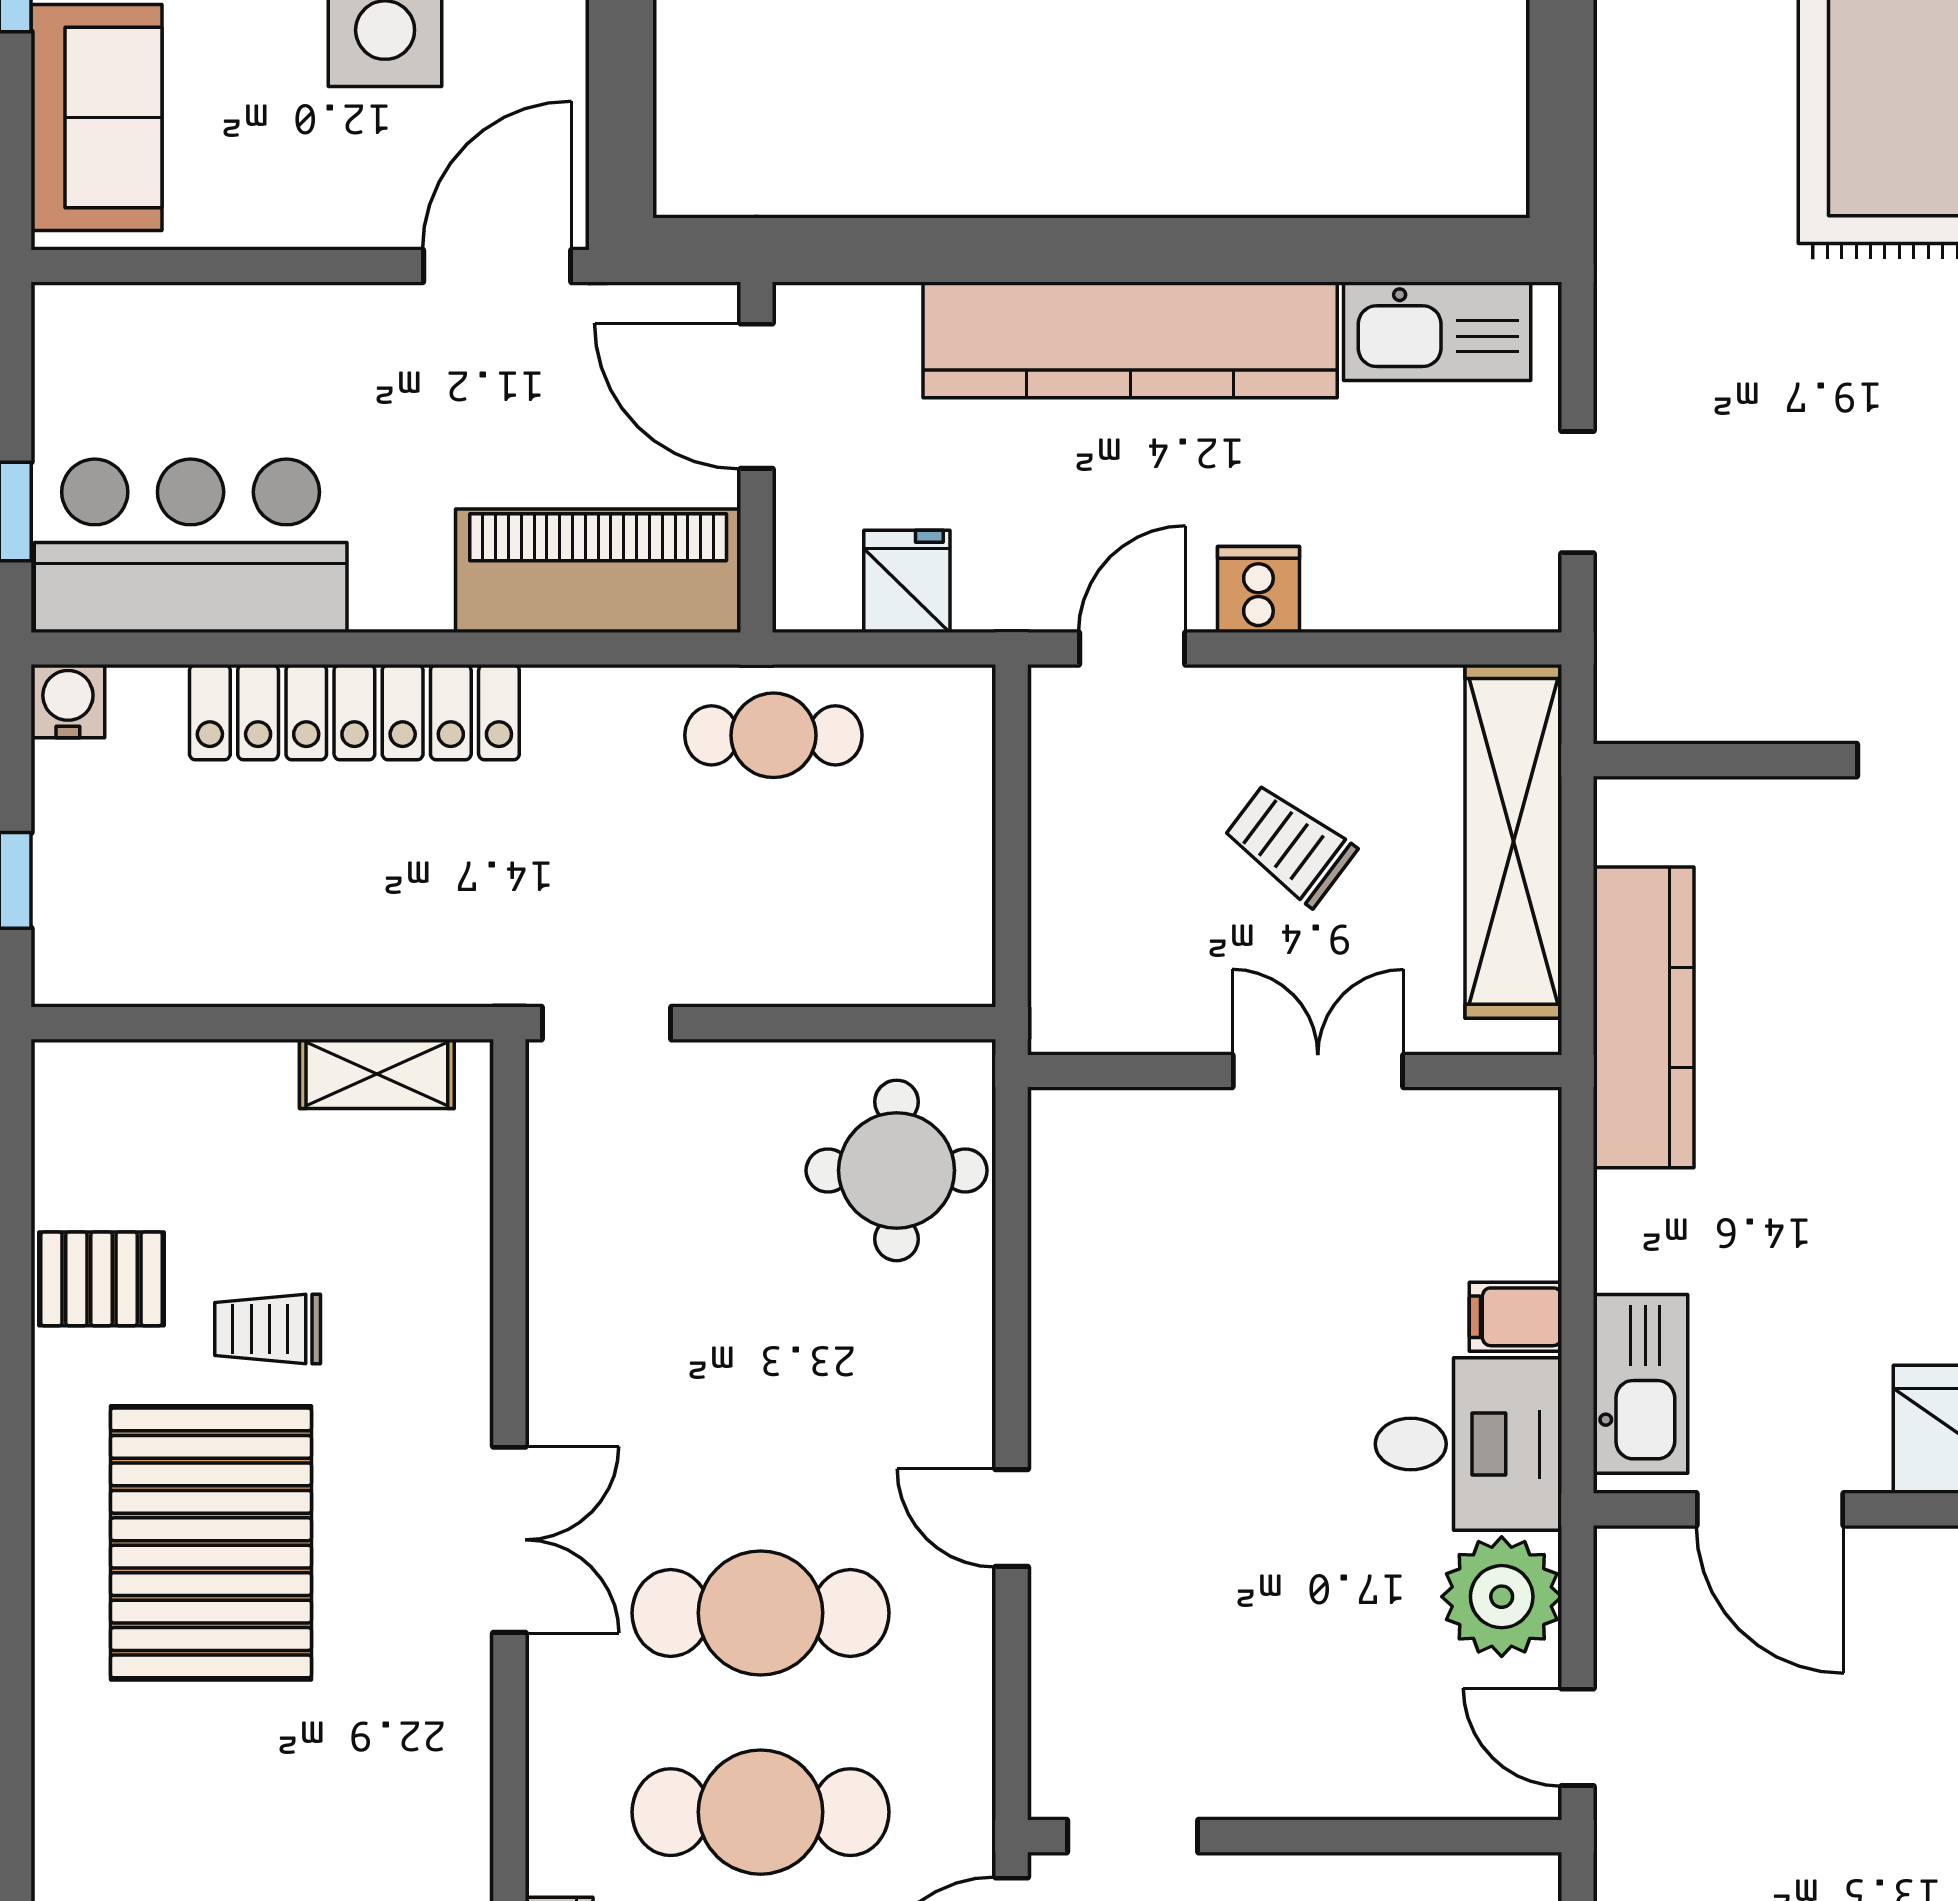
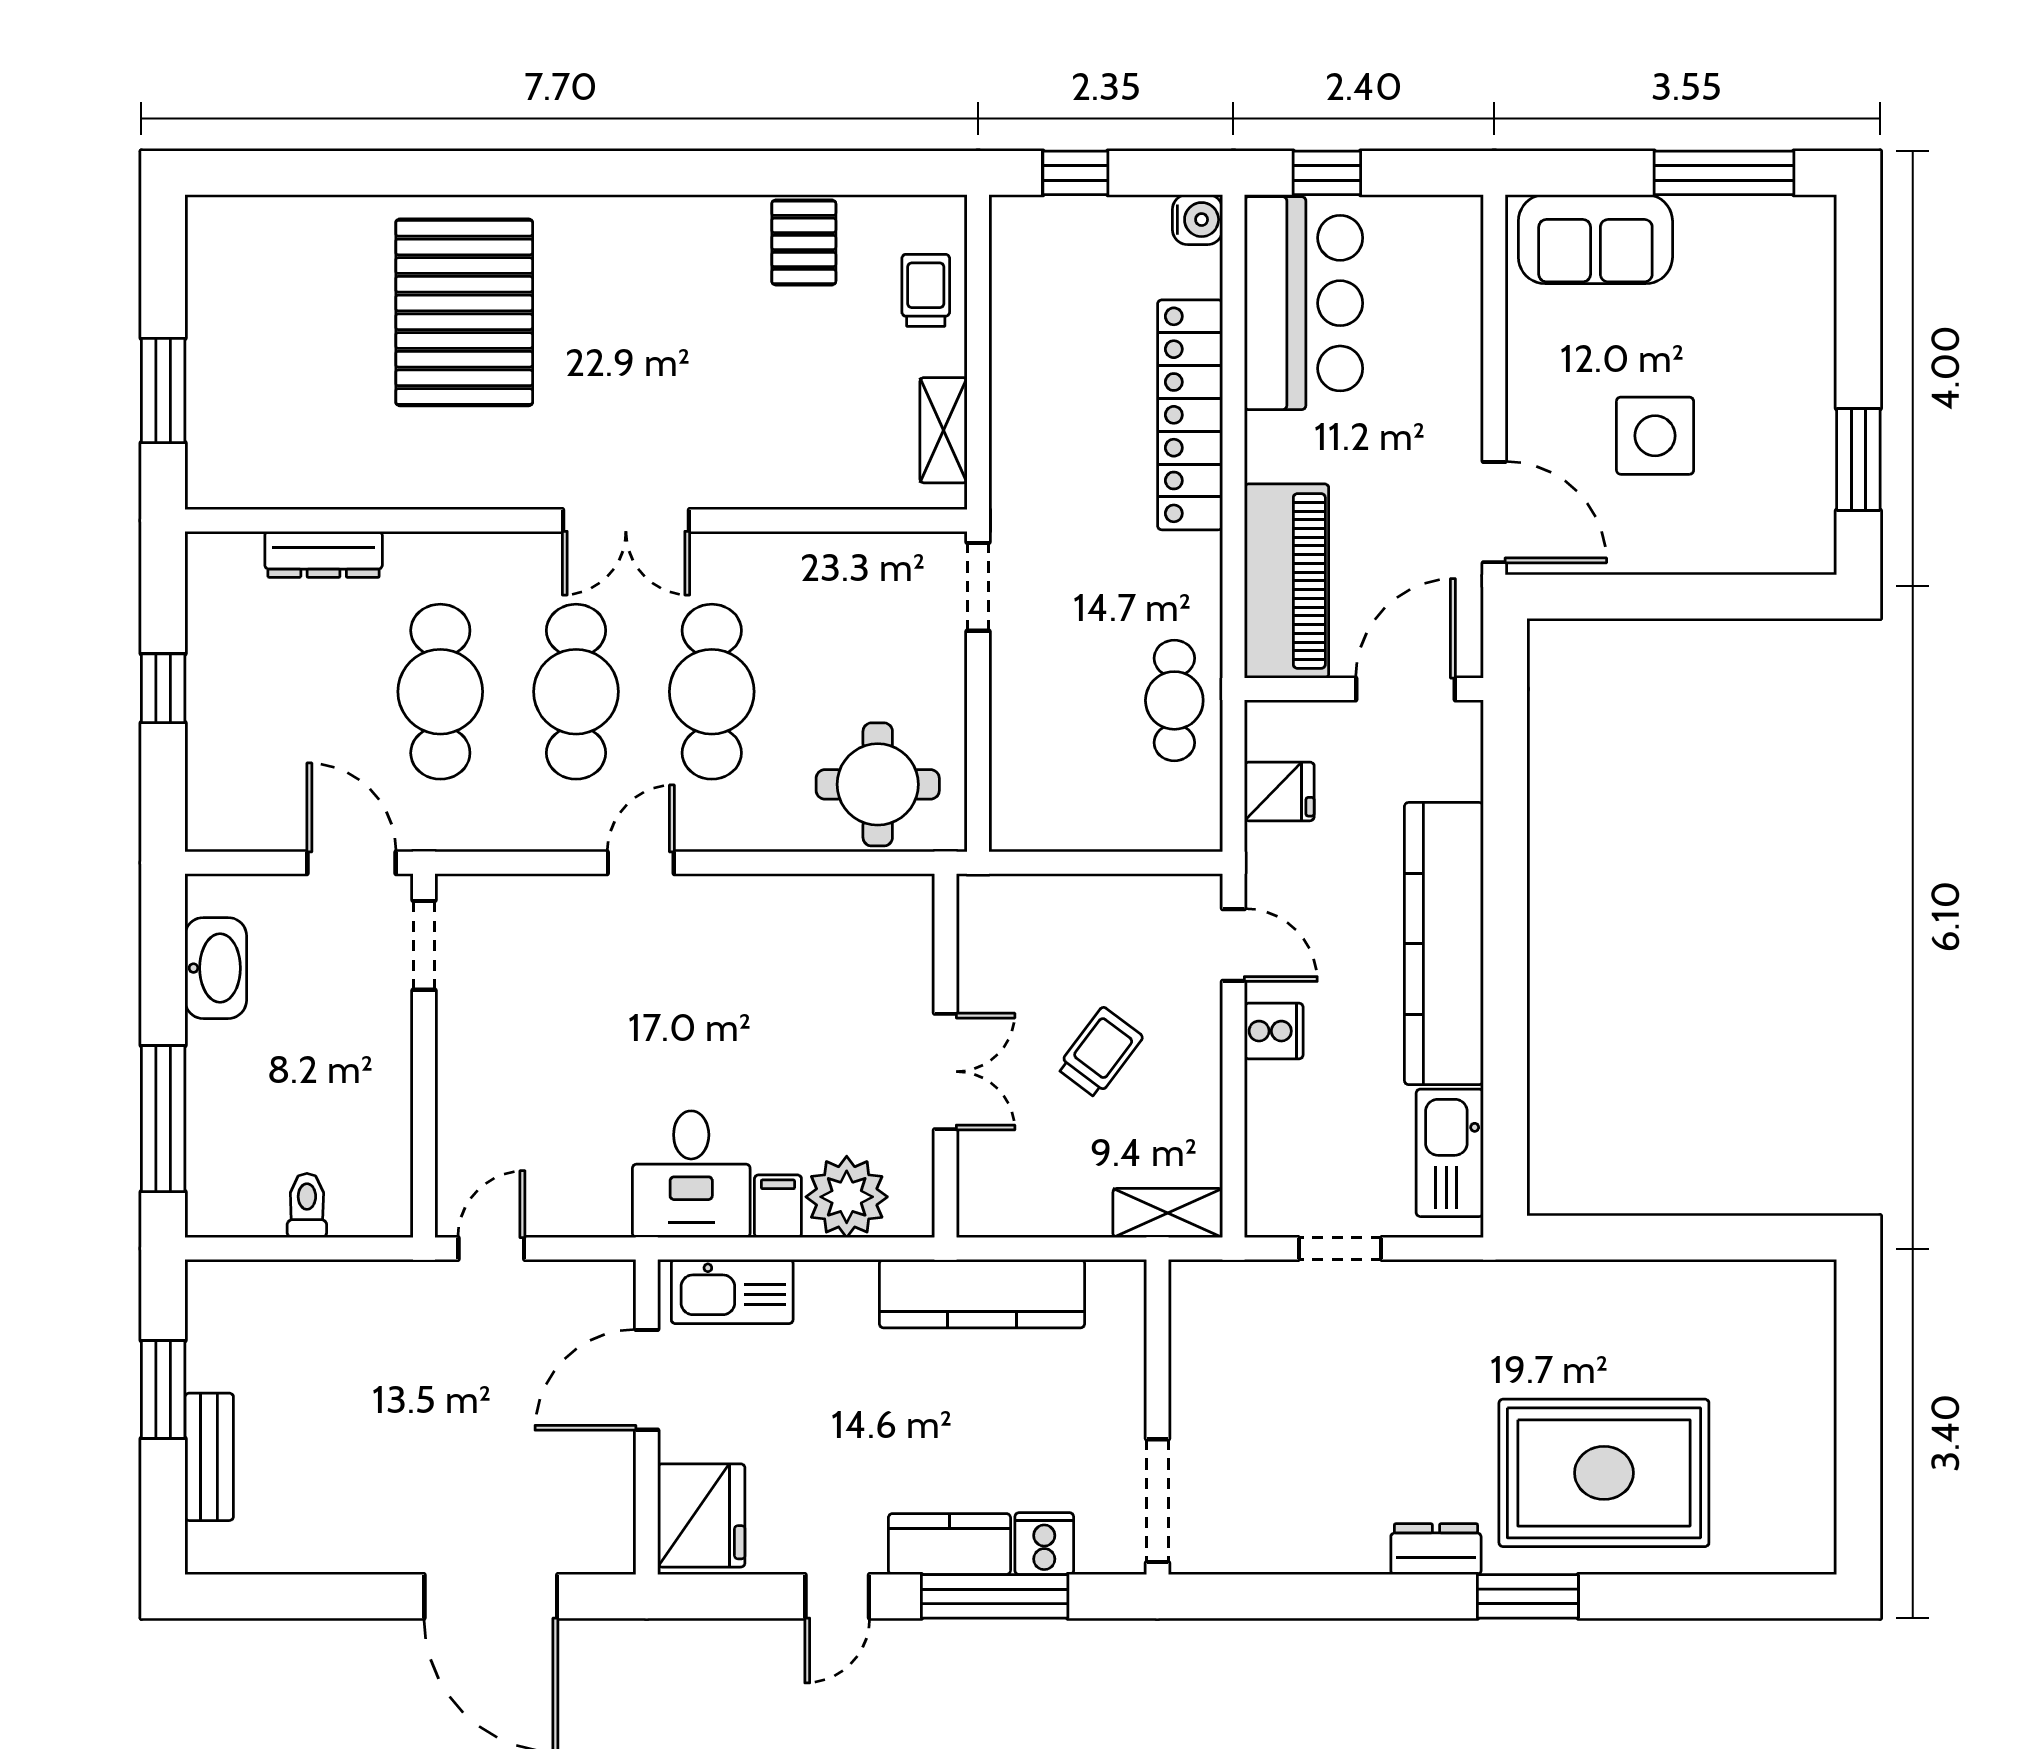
shelving: (1513, 841) -> (1168, 1213), width x0.45, depth x0.75
trolley: (268, 1329) -> (926, 290), moved
cafe table: (761, 1414) -> (712, 692), added
pallet: (211, 1543) -> (464, 312), moved, turned 90
plant: (1502, 1597) -> (847, 1197), moved

